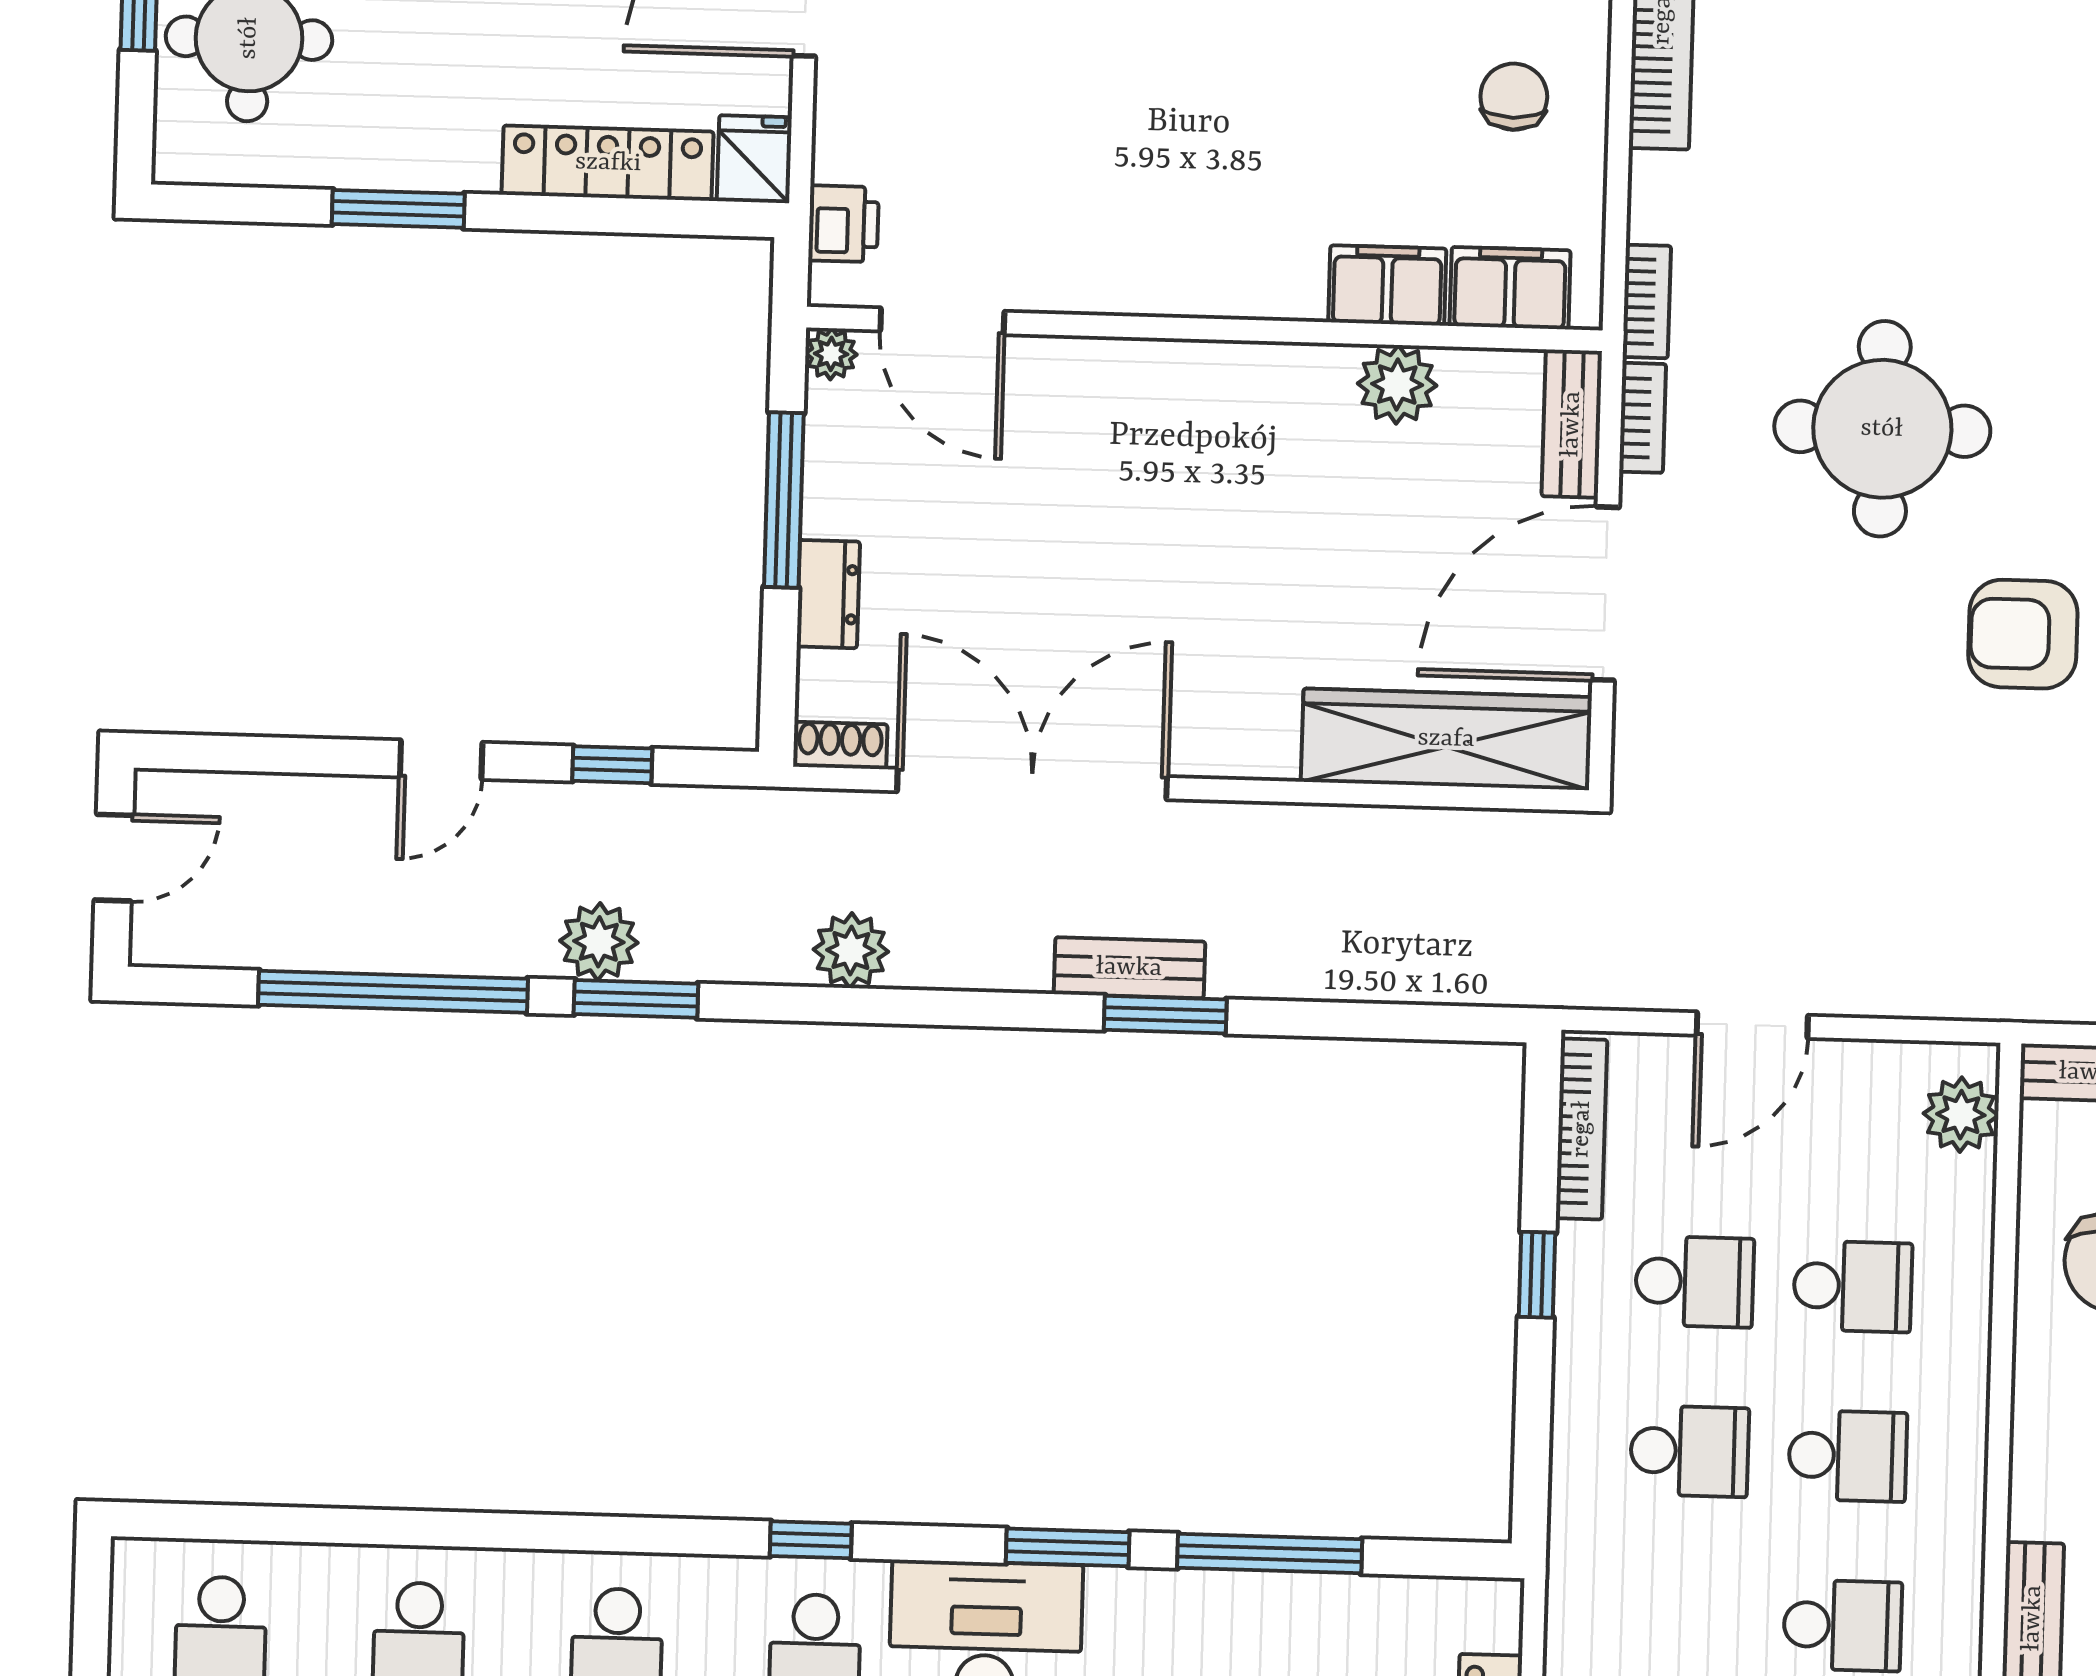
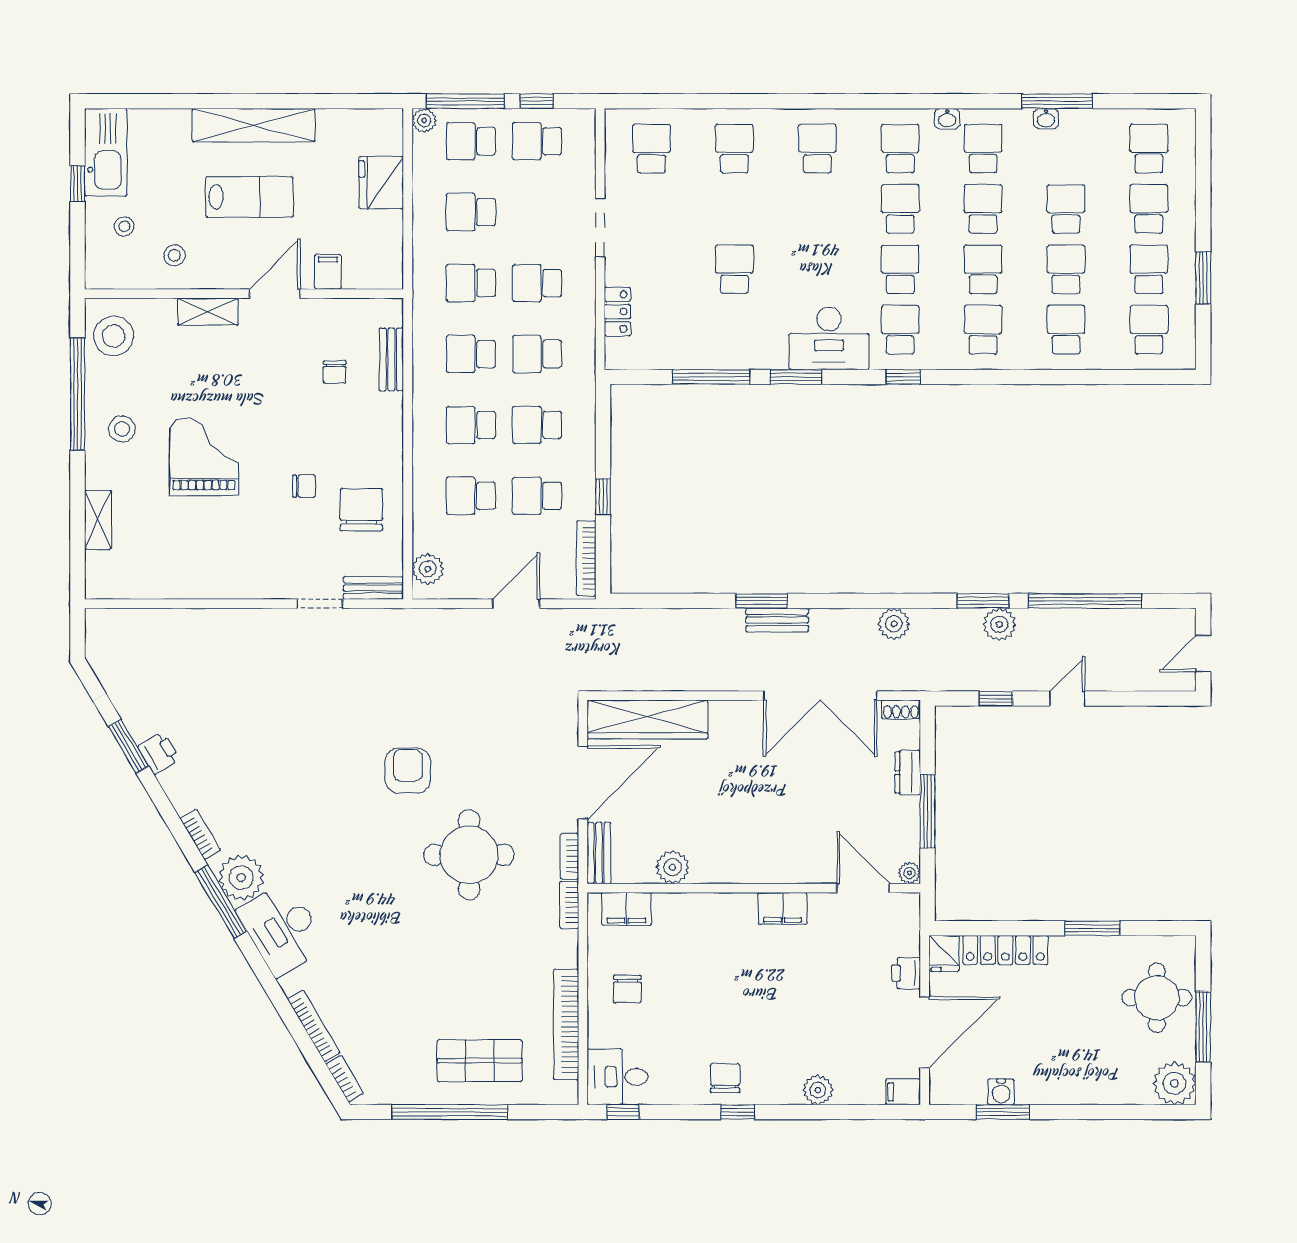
printer: (843, 224) -> (906, 973), moved
filing cabinet: (1387, 285) -> (783, 909), moved
armchair: (2023, 634) -> (408, 771), turned -90
school desk: (1684, 1621) -> (537, 354), added

